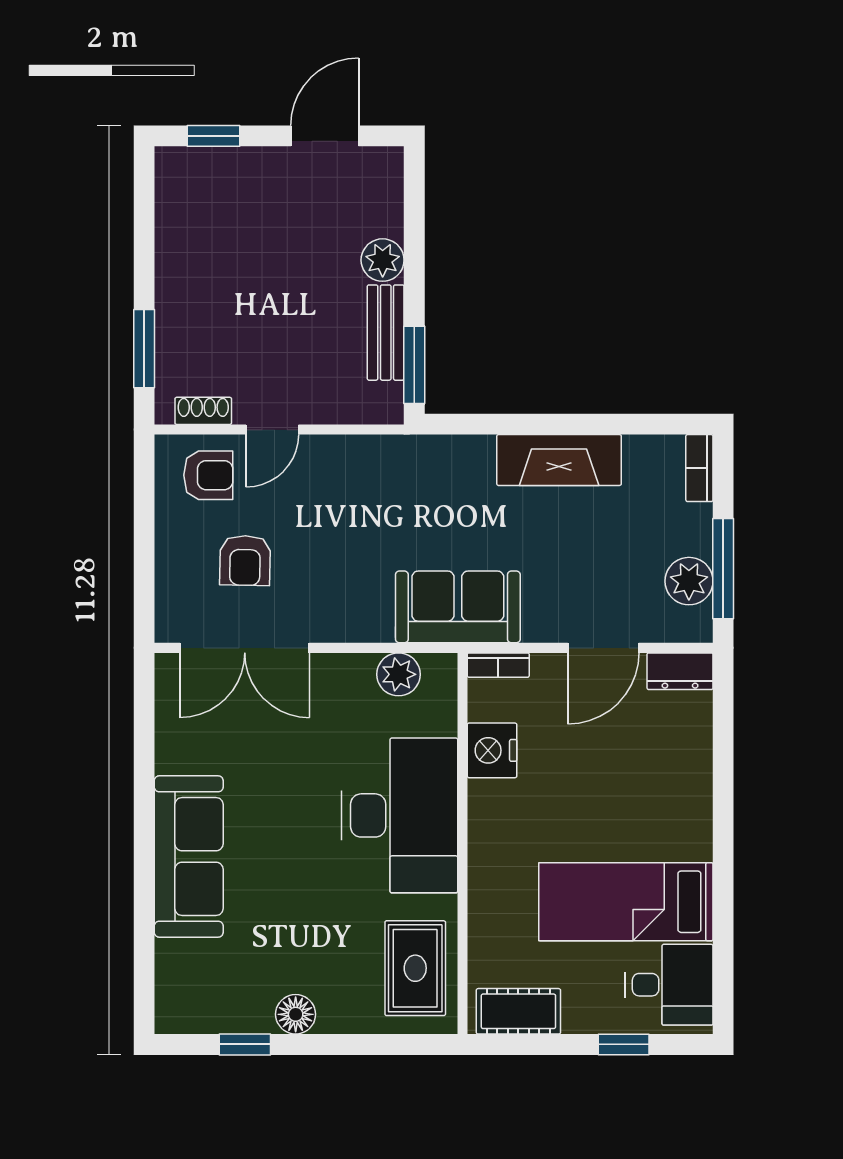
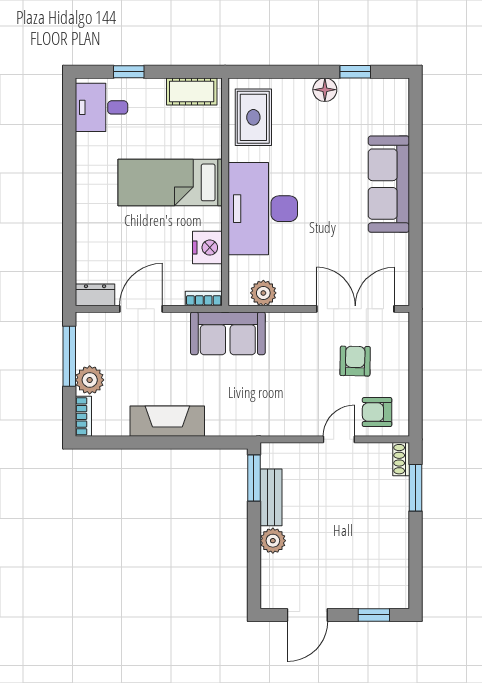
shoe rack: (203, 411) -> (401, 459), moved, turned 90
plant: (689, 581) -> (90, 380), moved
bed: (626, 902) -> (170, 182), moved, turned 180

